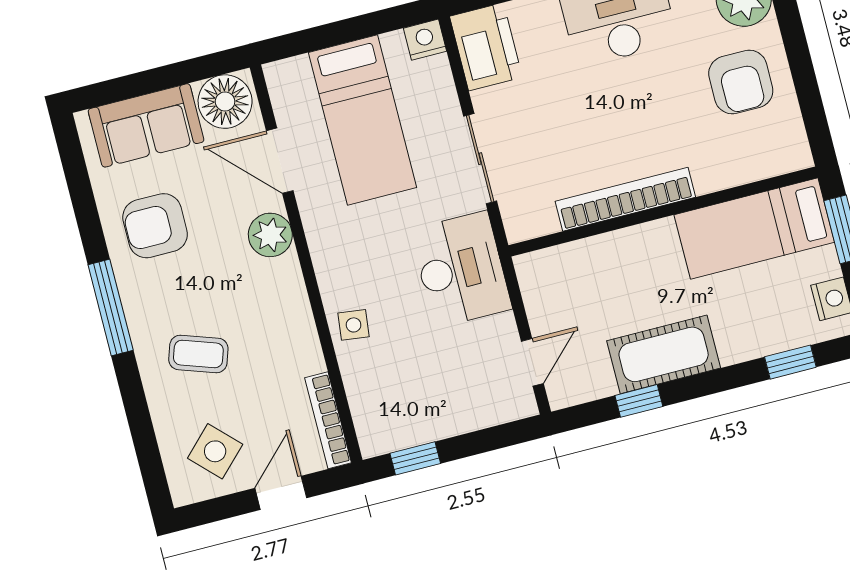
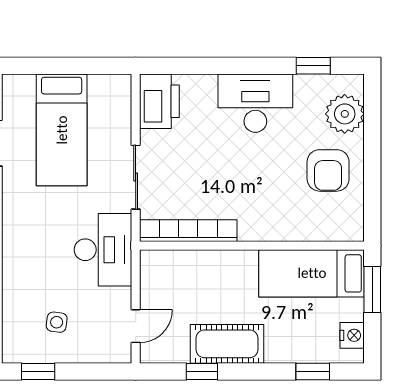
nightstand: (425, 40) -> (119, 86), removed
bookcase: (625, 199) -> (188, 231), moved
side table: (354, 325) -> (57, 322), moved

